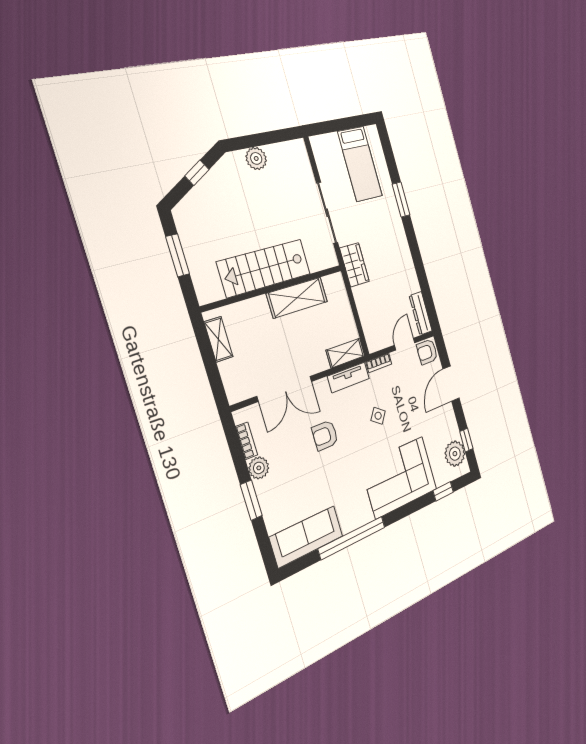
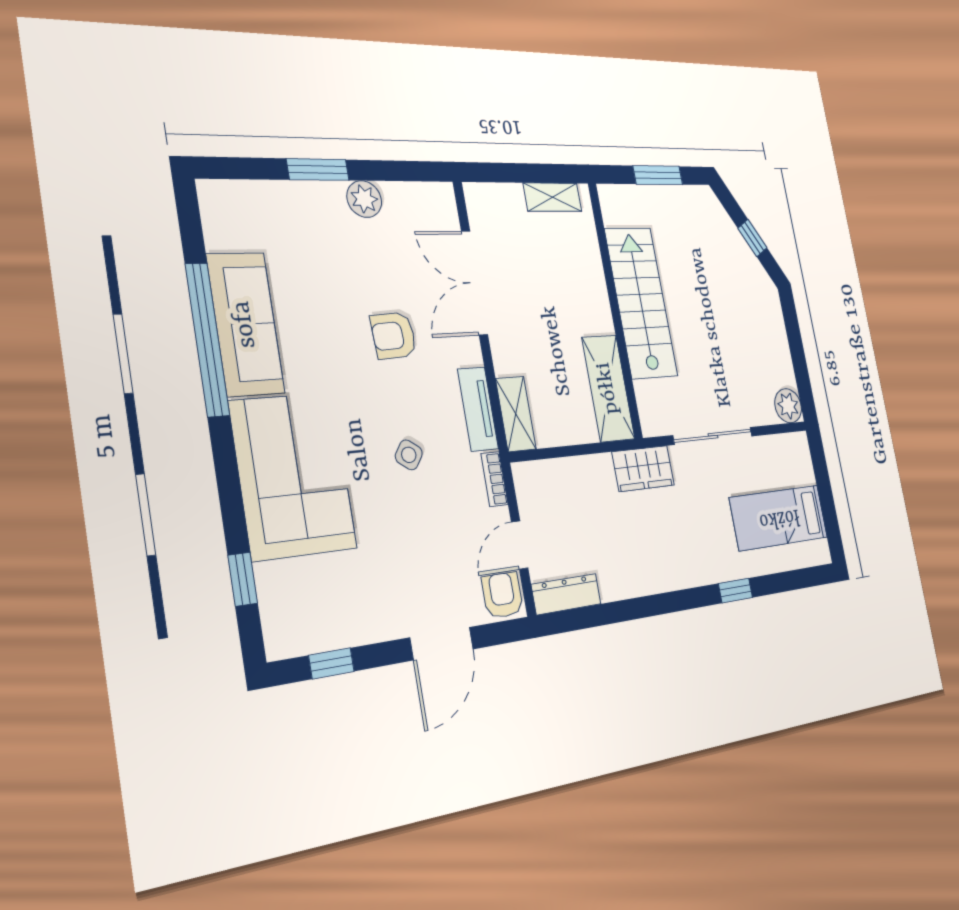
plant: (256, 158) -> (788, 406), moved
window: (401, 200) -> (735, 590), width x0.67
shelving: (297, 298) -> (608, 388), moved
door: (405, 344) -> (520, 545), swing flipped
door: (451, 384) -> (442, 643), swing flipped
armchair: (325, 435) -> (394, 336), turned -93
bookcase: (247, 441) -> (408, 192), removed
plant: (455, 454) -> (311, 627), removed
sofa: (307, 537) -> (245, 324), moved

